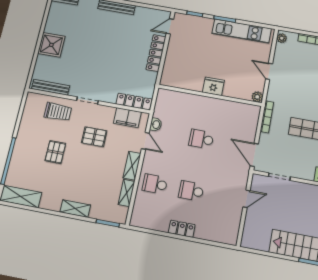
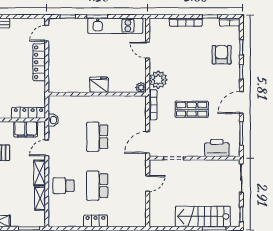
plant: (282, 38) -> (158, 80), moved, width x1.88, depth x1.88
door: (269, 71) -> (148, 50), moved
washbasin: (156, 124) -> (53, 120), moved
school desk: (201, 139) -> (97, 137), width x1.85
door: (145, 141) -> (47, 148), swing flipped
door: (254, 155) -> (148, 142), hinge flipped
school desk: (191, 191) -> (97, 186), width x1.85

